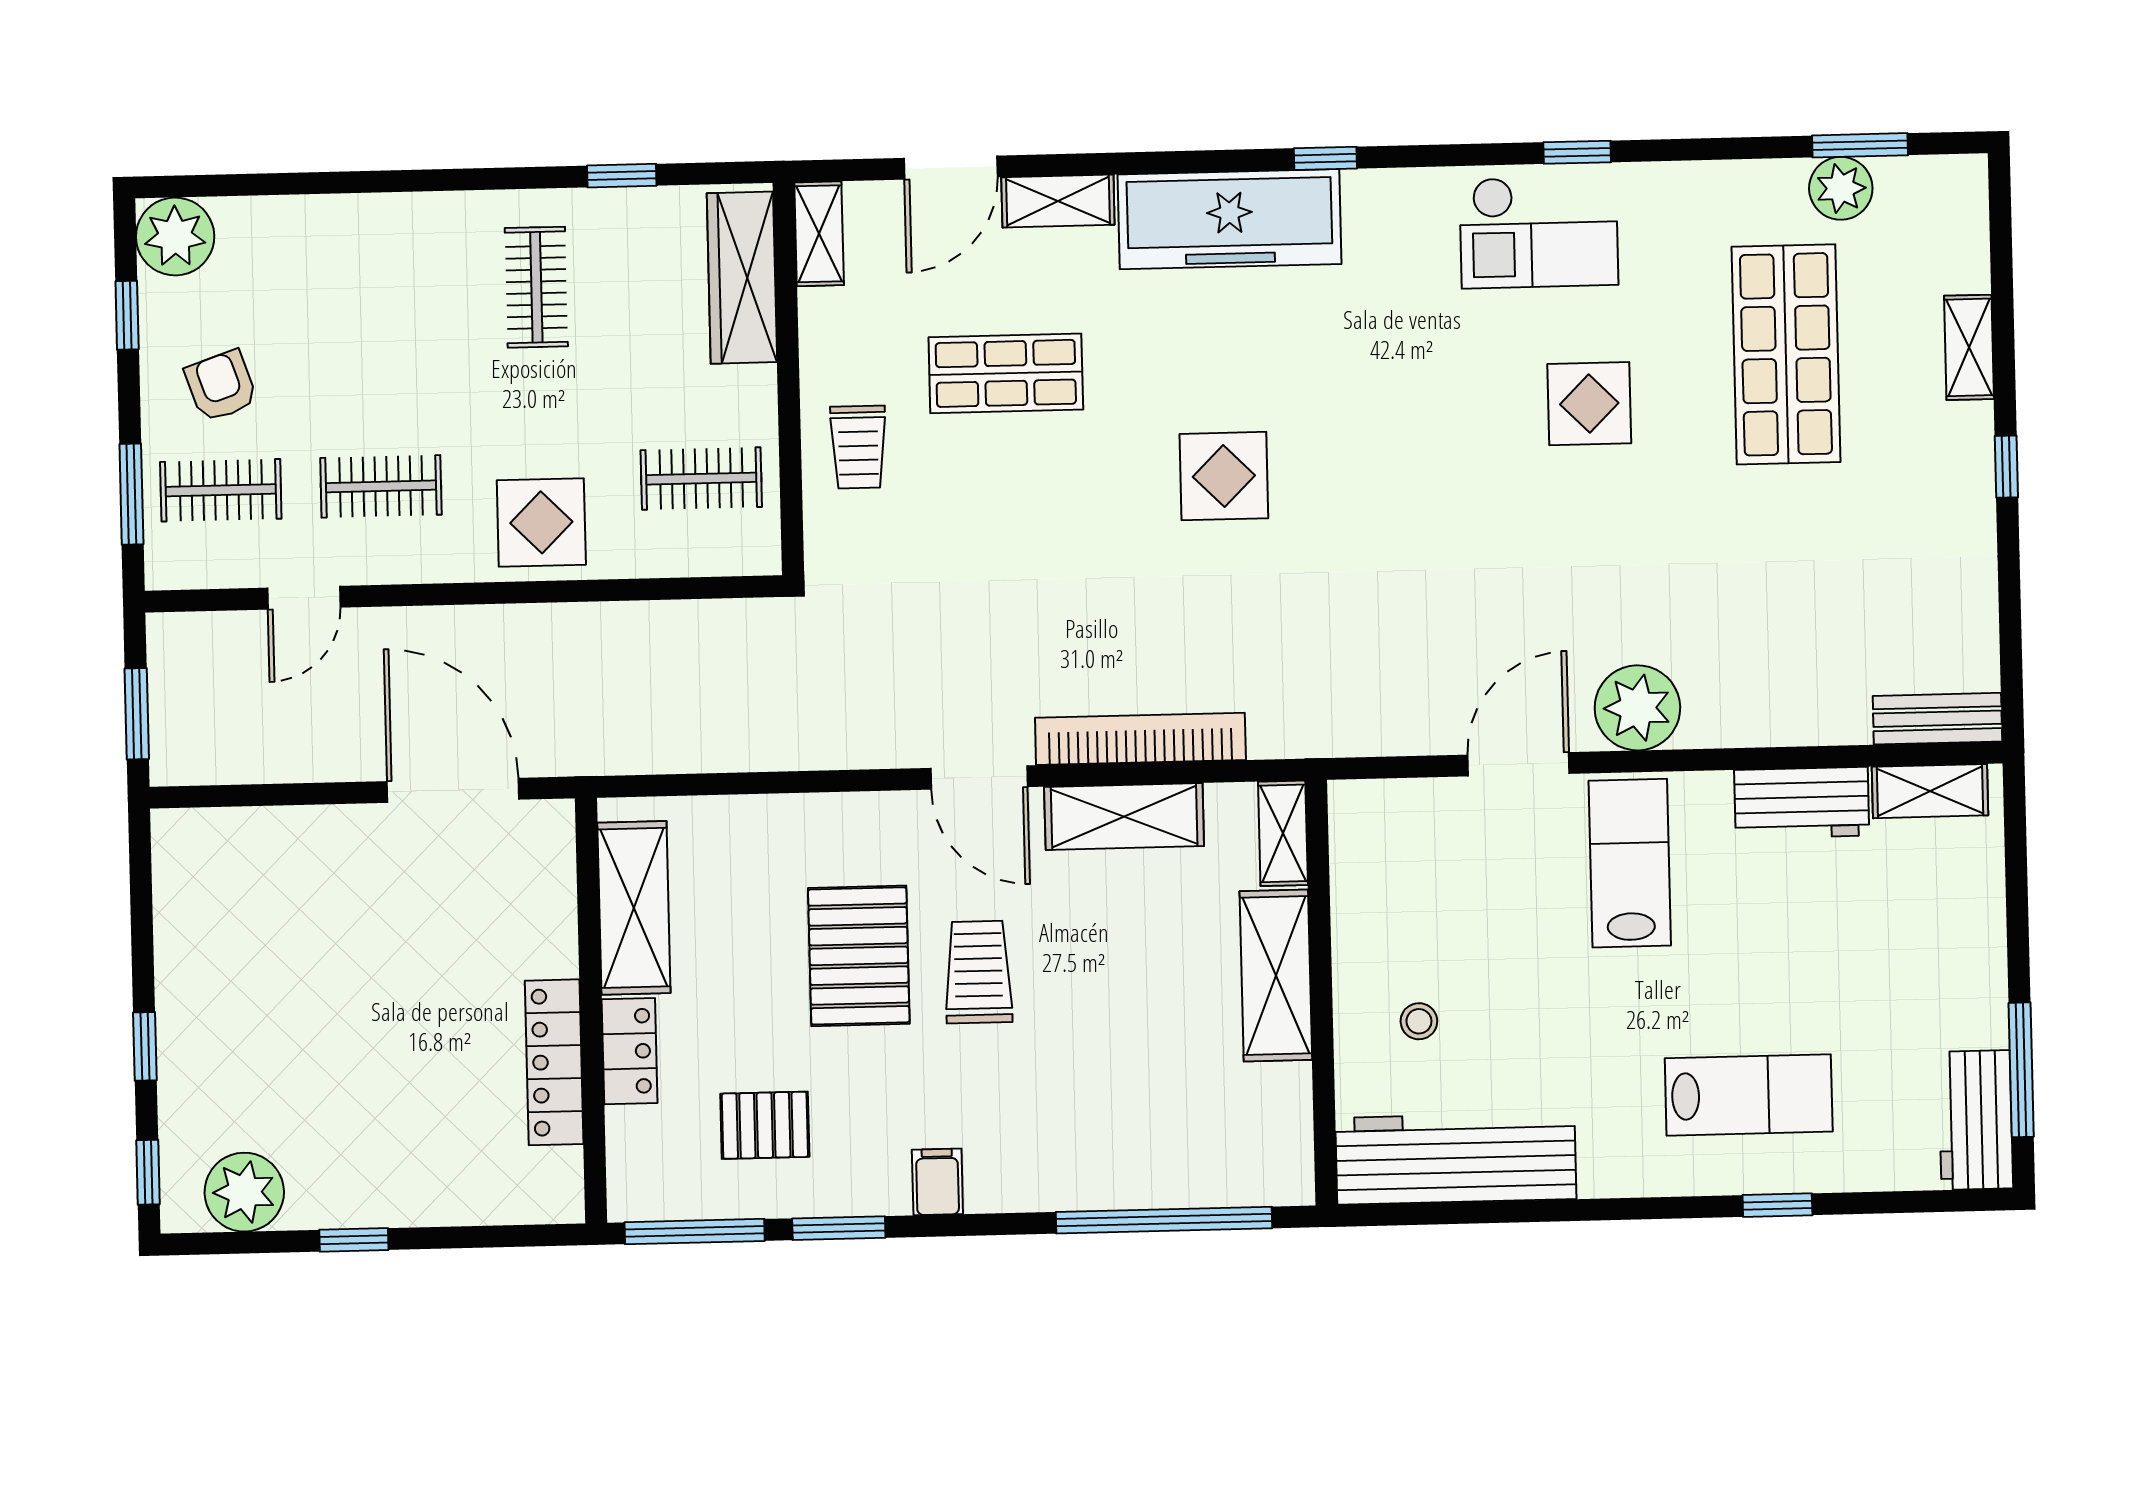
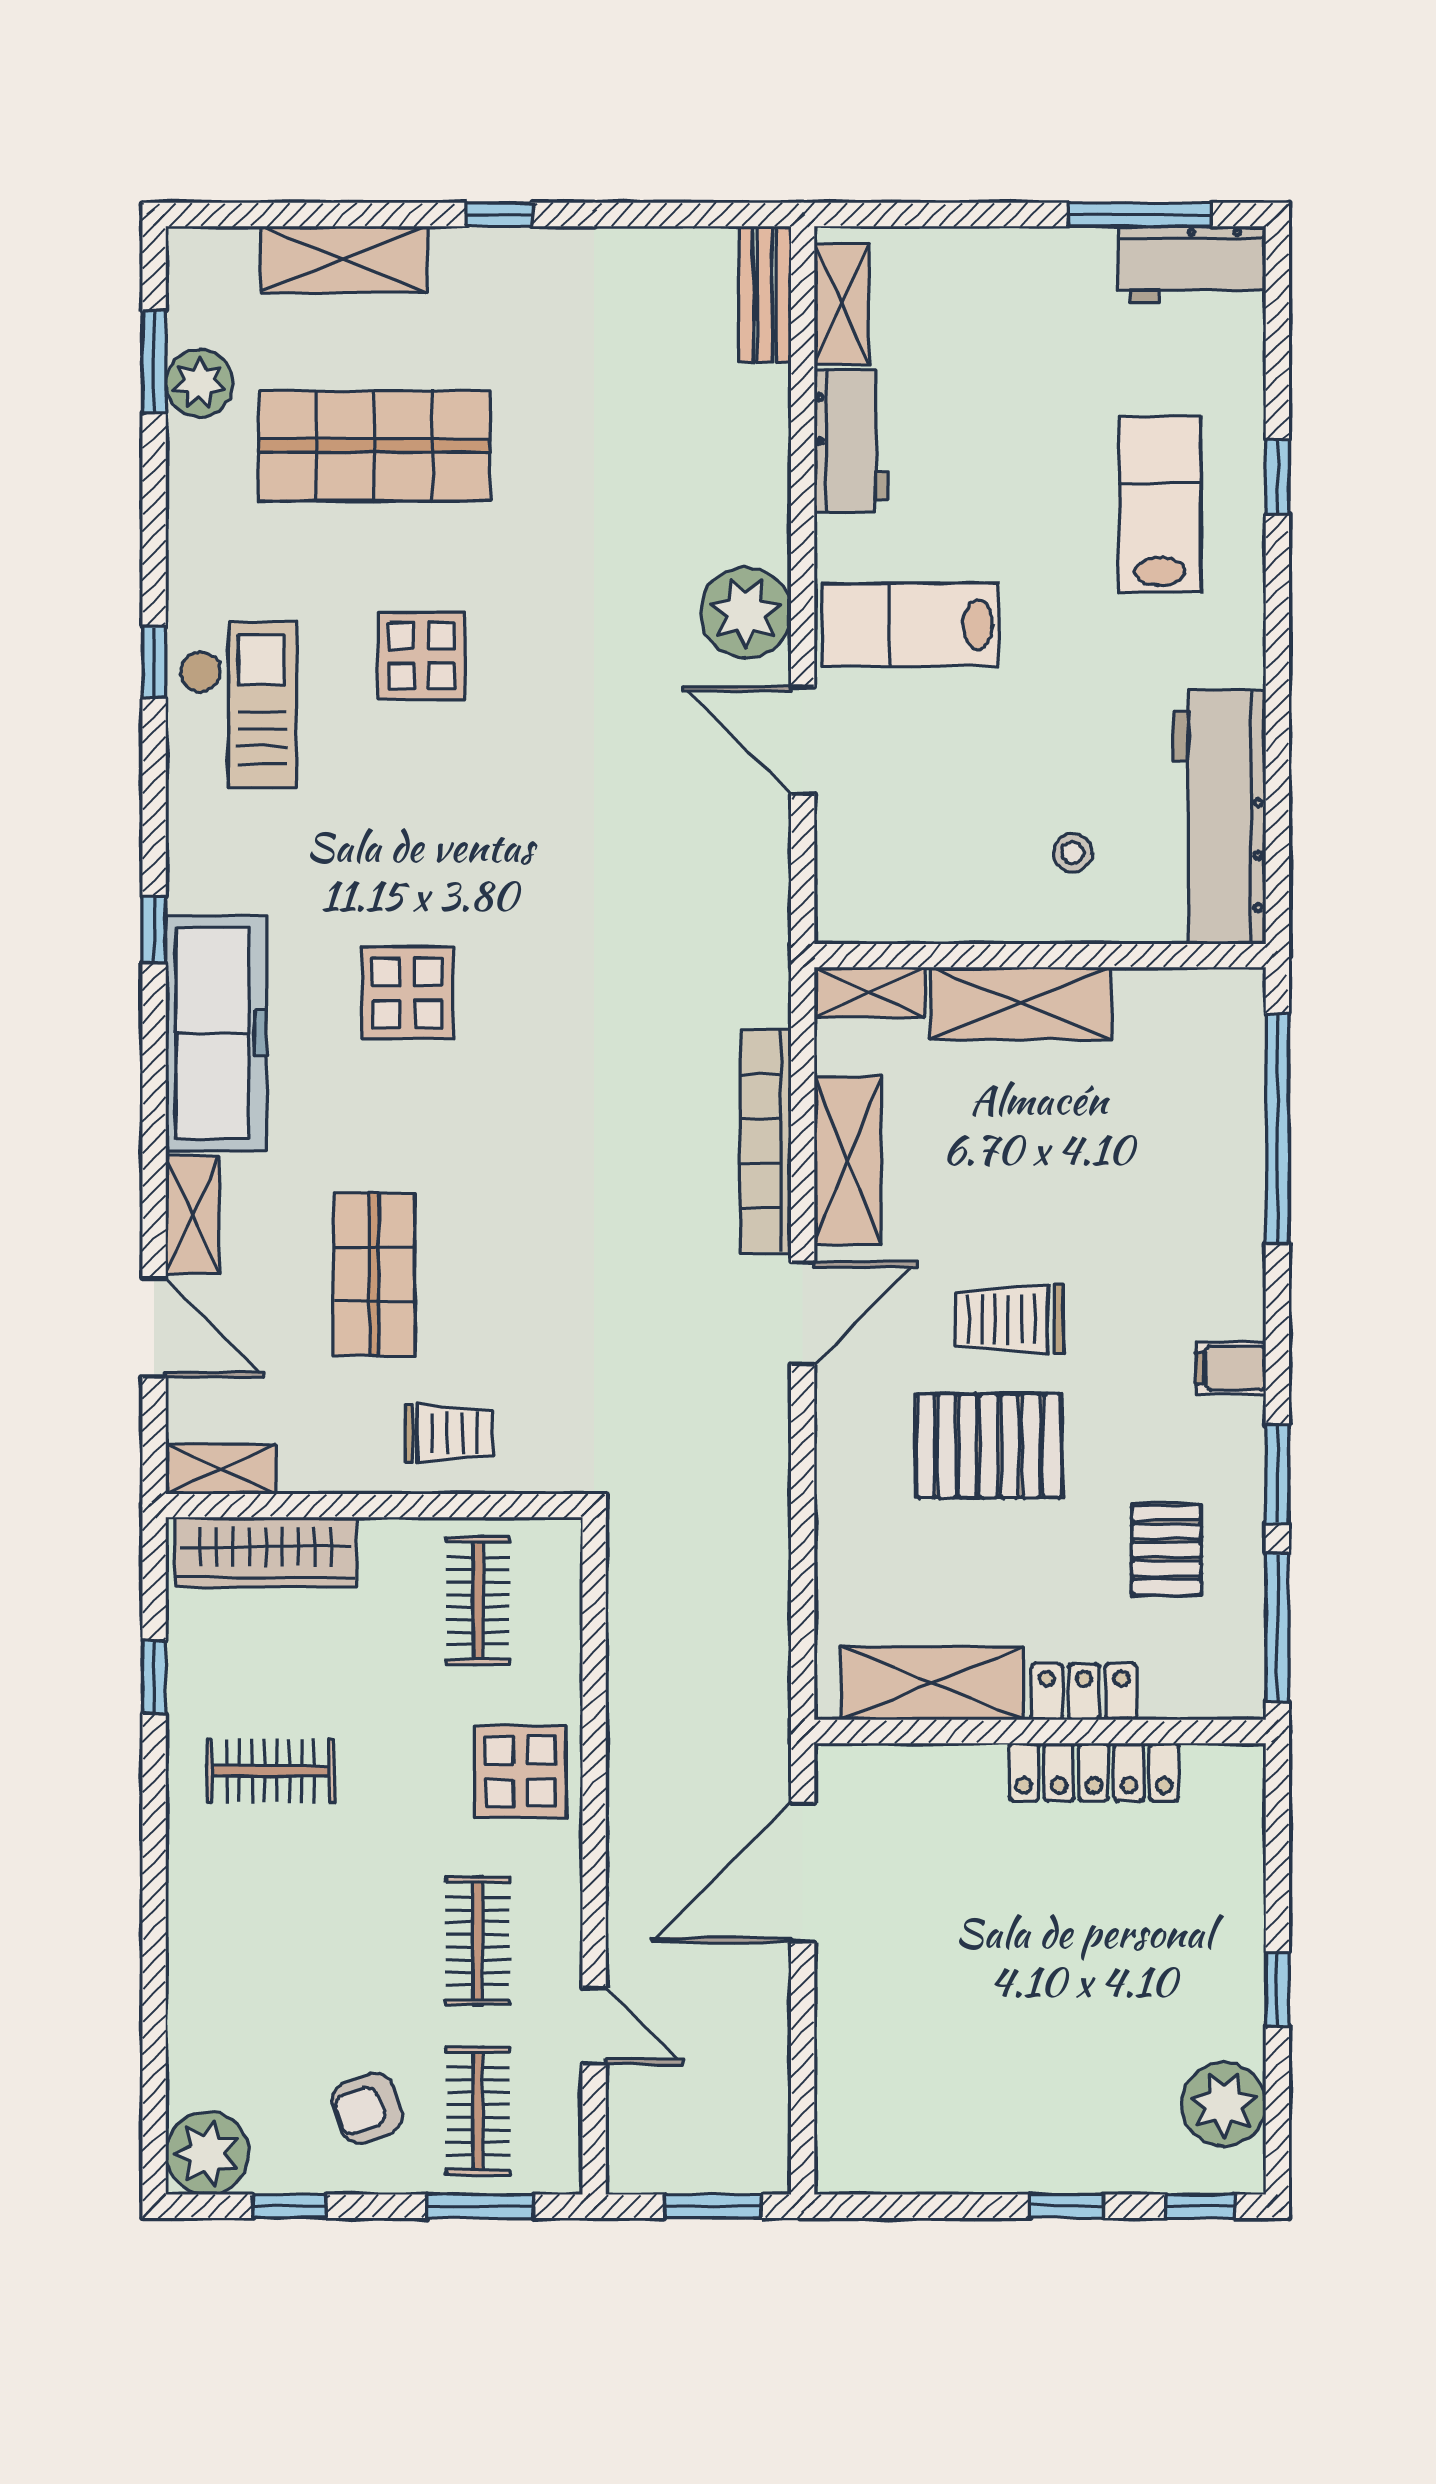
shelving: (1969, 347) -> (344, 259), width x1.50, depth x1.33
display table: (1224, 476) -> (407, 993), moved

